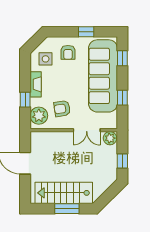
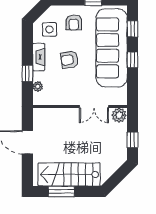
window: (122, 98) -> (133, 60), moved
armchair: (62, 109) -> (70, 60), moved
plant: (39, 116) -> (38, 86), width x0.53, depth x0.53
window: (67, 209) -> (61, 192), moved

